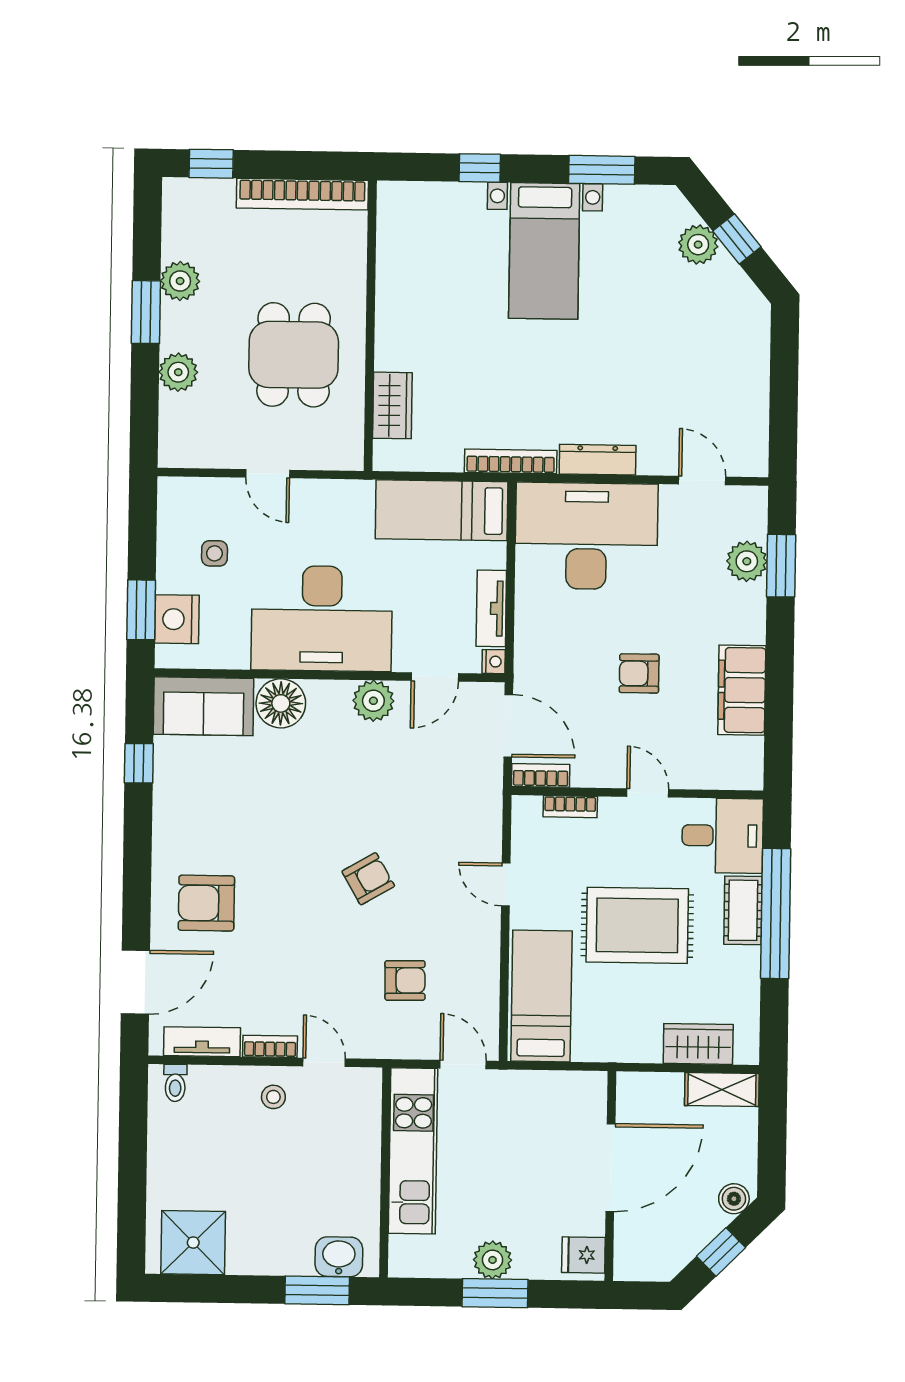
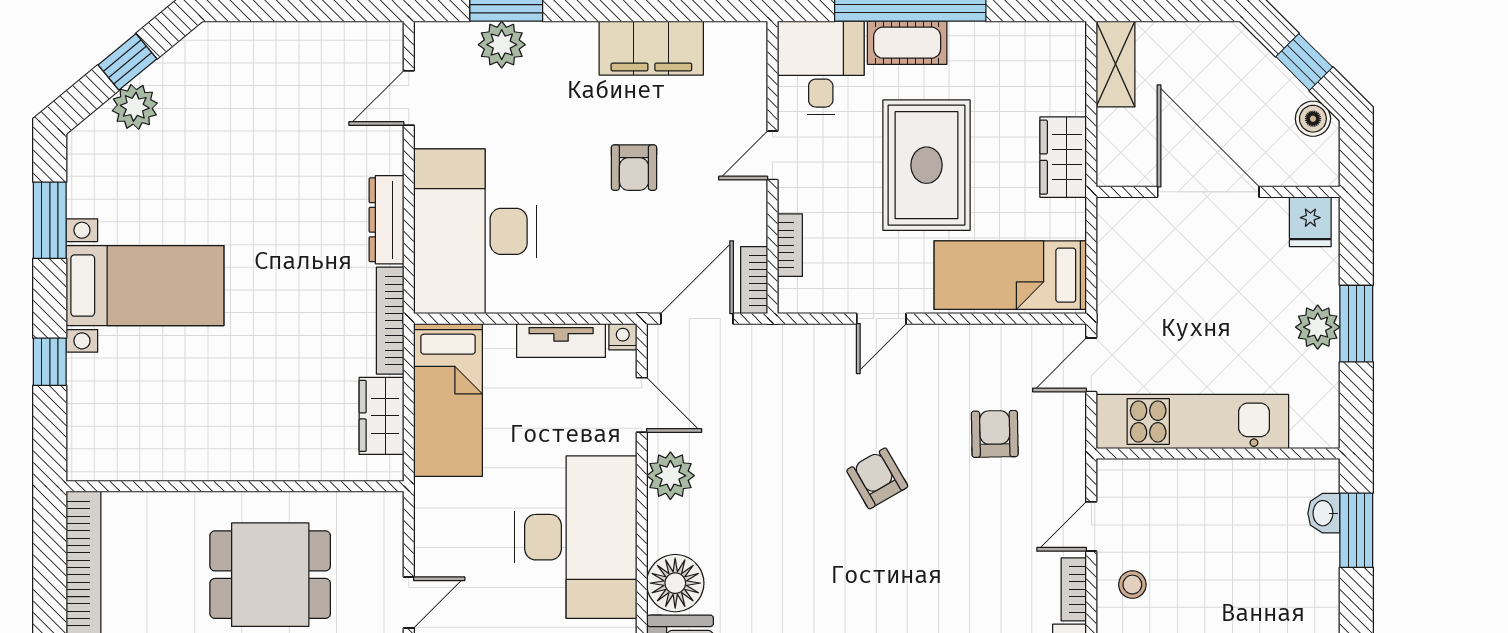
wardrobe: (392, 405) -> (381, 416), moved, turned -90
wardrobe: (698, 1044) -> (1063, 157), moved
boiler: (734, 1199) -> (1313, 119), moved
washbasin: (339, 1257) -> (1324, 513), width x0.72, depth x0.69

